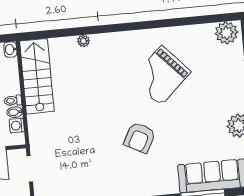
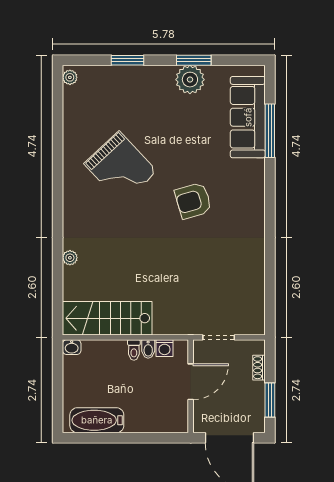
plant: (226, 33) -> (70, 77), width x0.53, depth x0.53
armchair: (140, 138) -> (193, 201), turned 136

